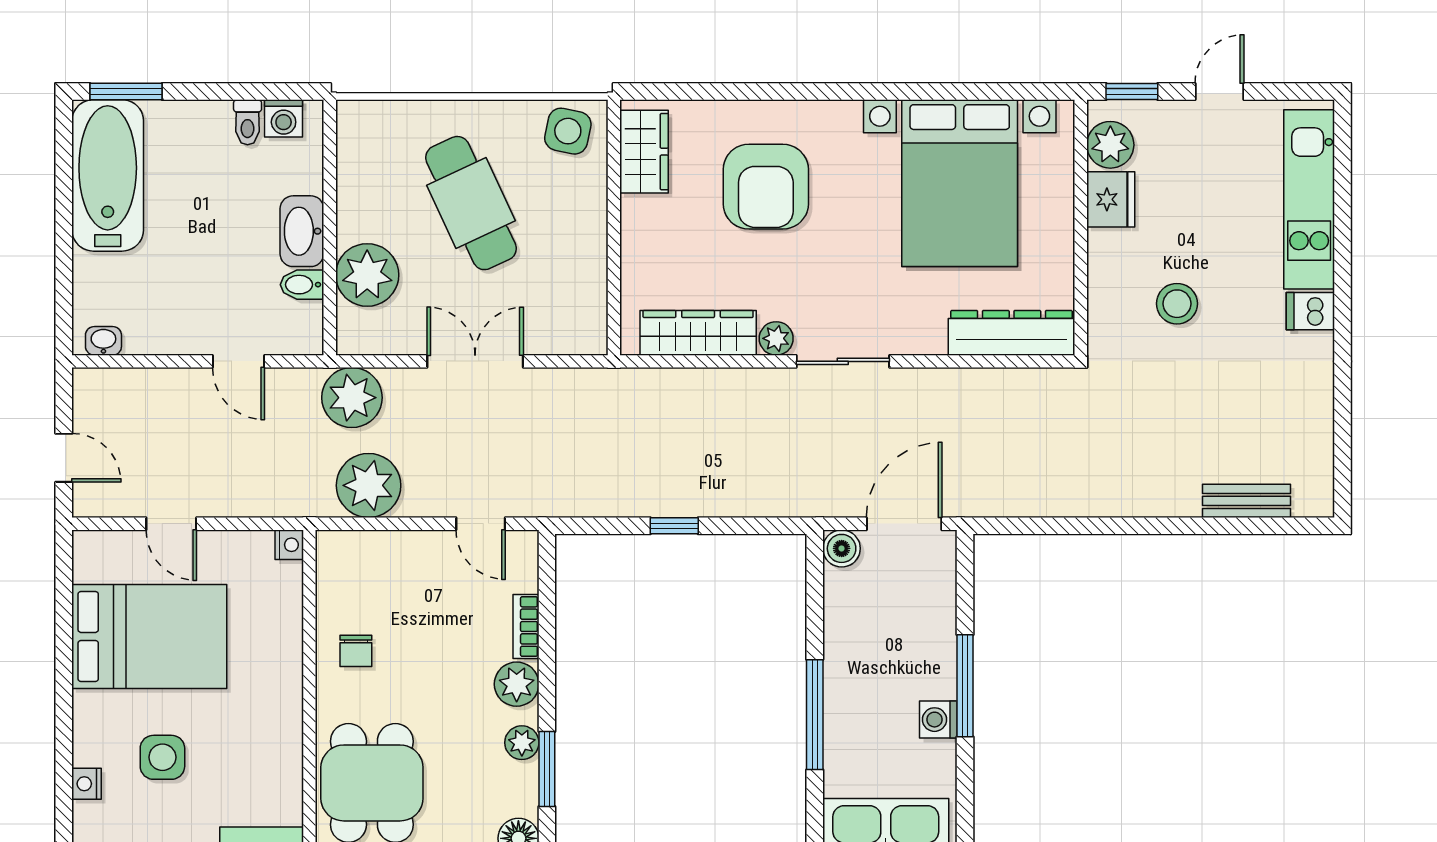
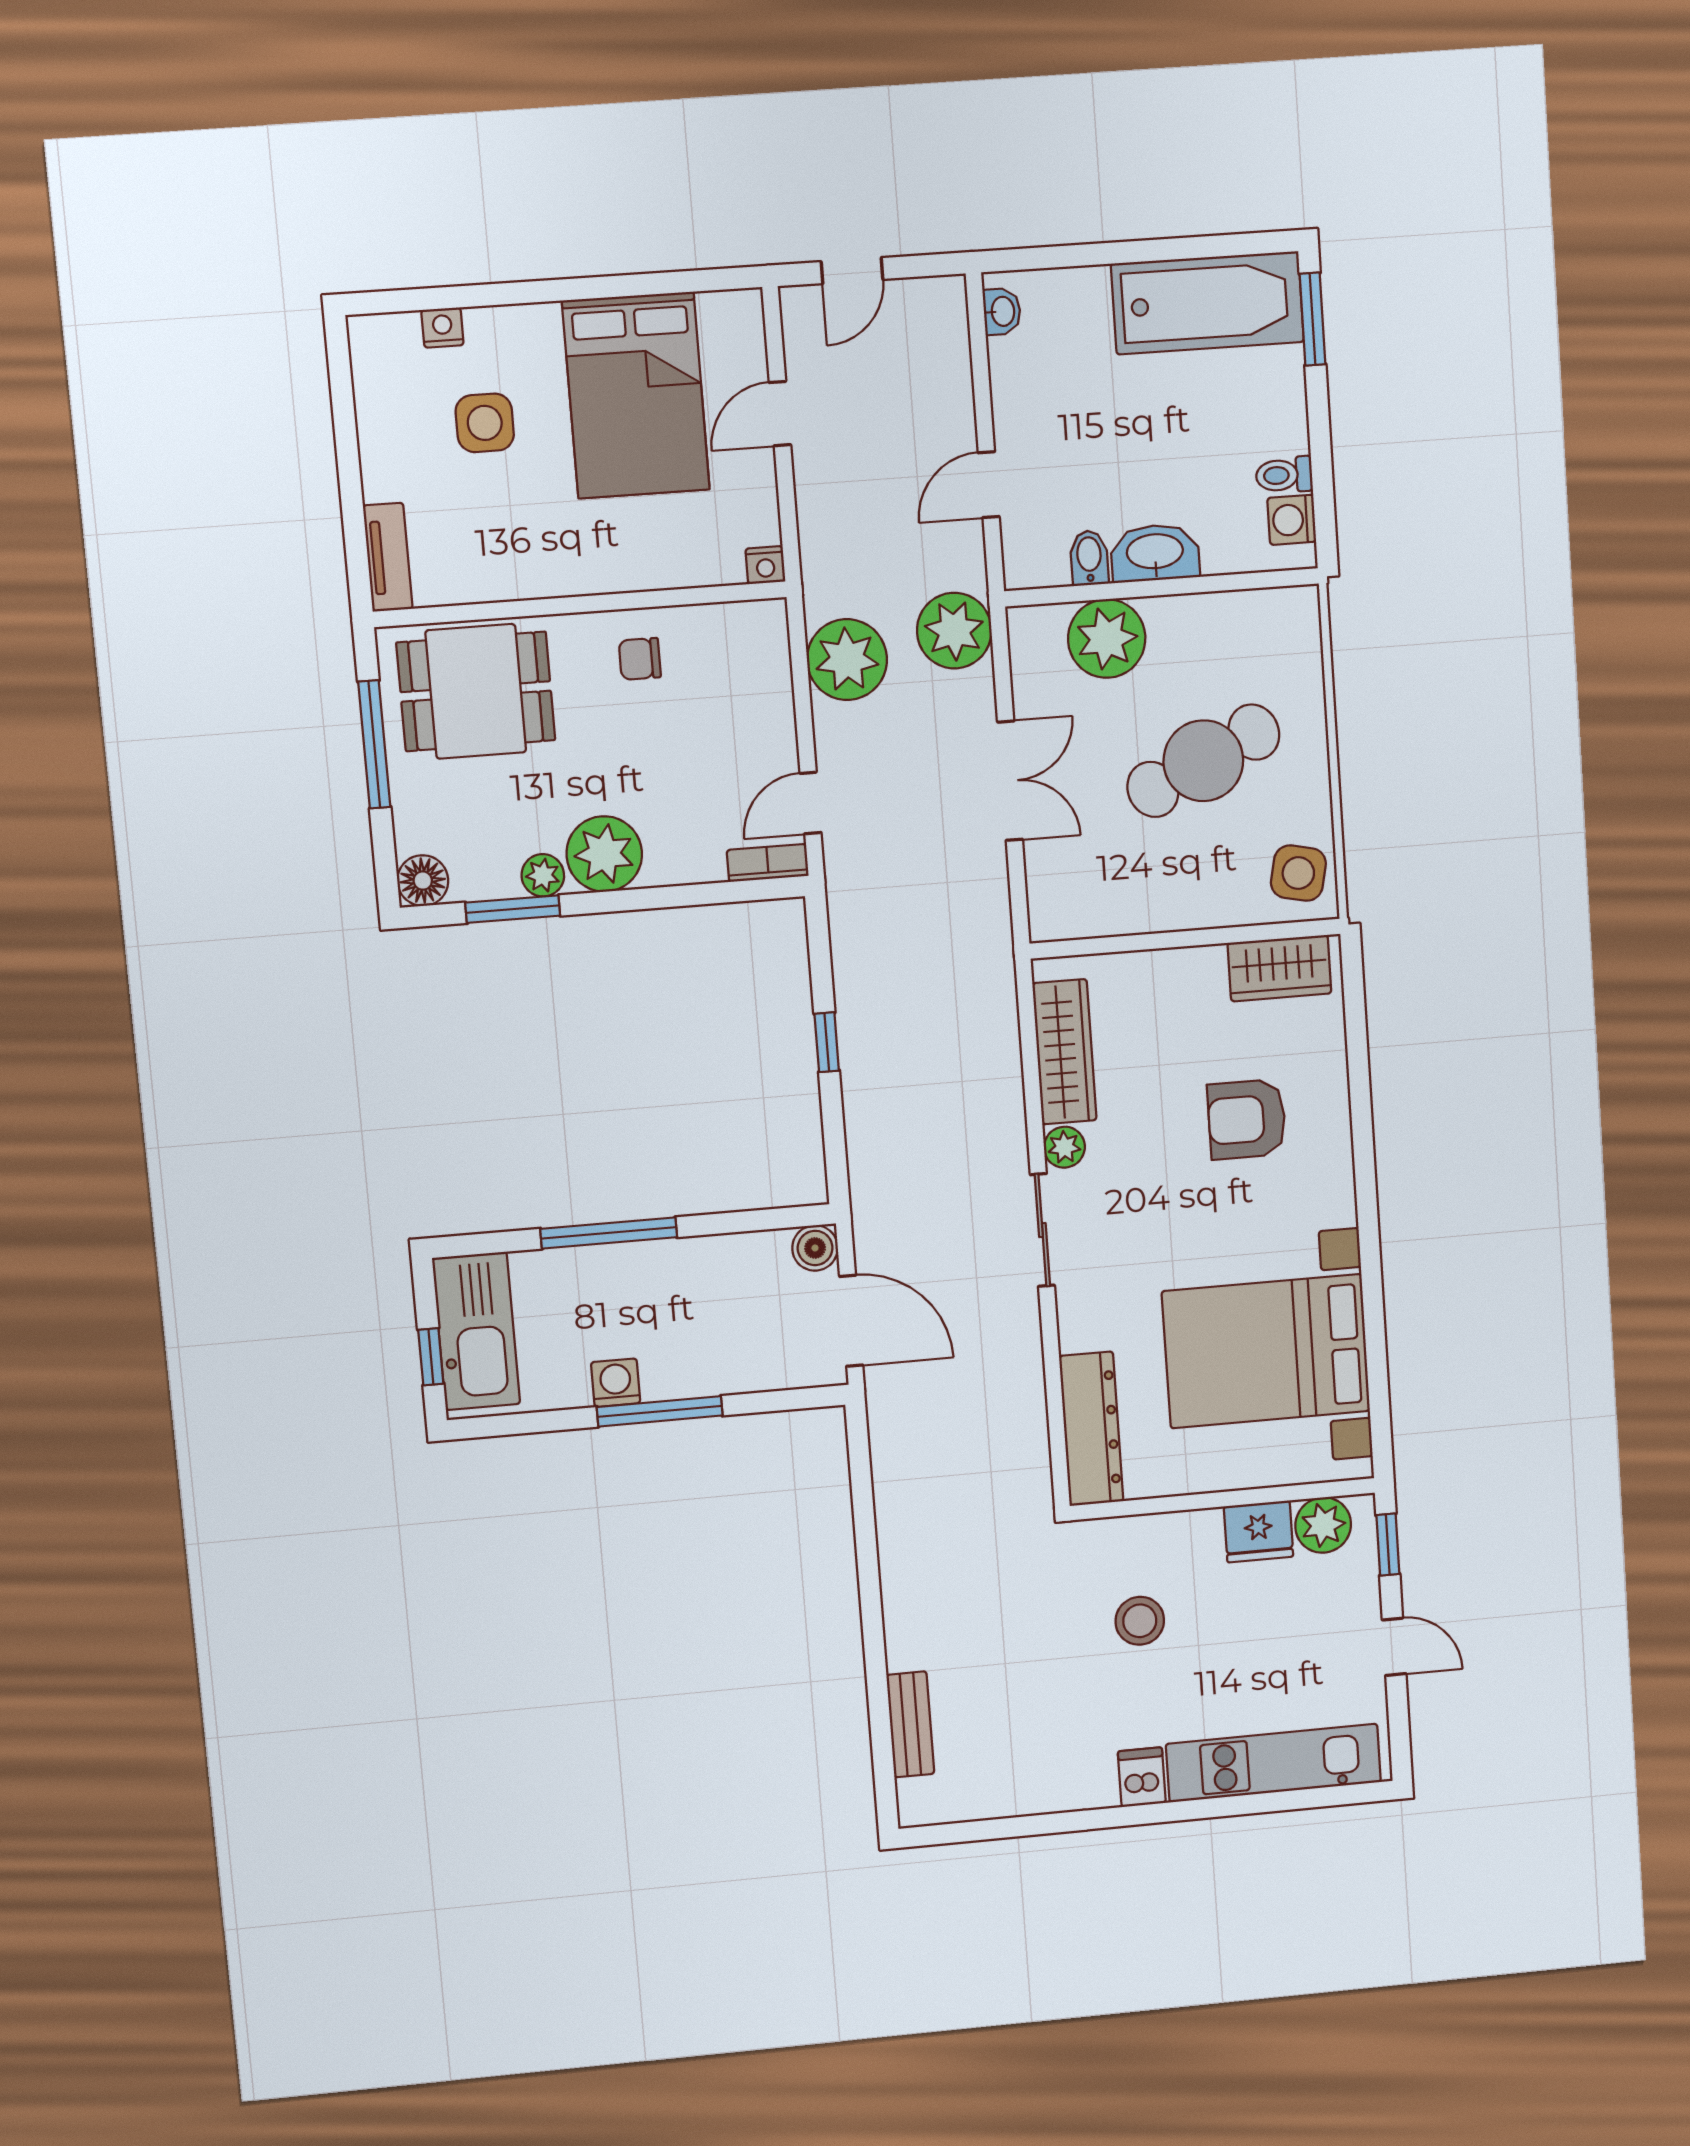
armchair: (766, 187) -> (1247, 1119), width x0.73, depth x0.73
bookcase: (526, 627) -> (768, 863), moved
plant: (517, 684) -> (604, 854), width x1.36, depth x1.36

